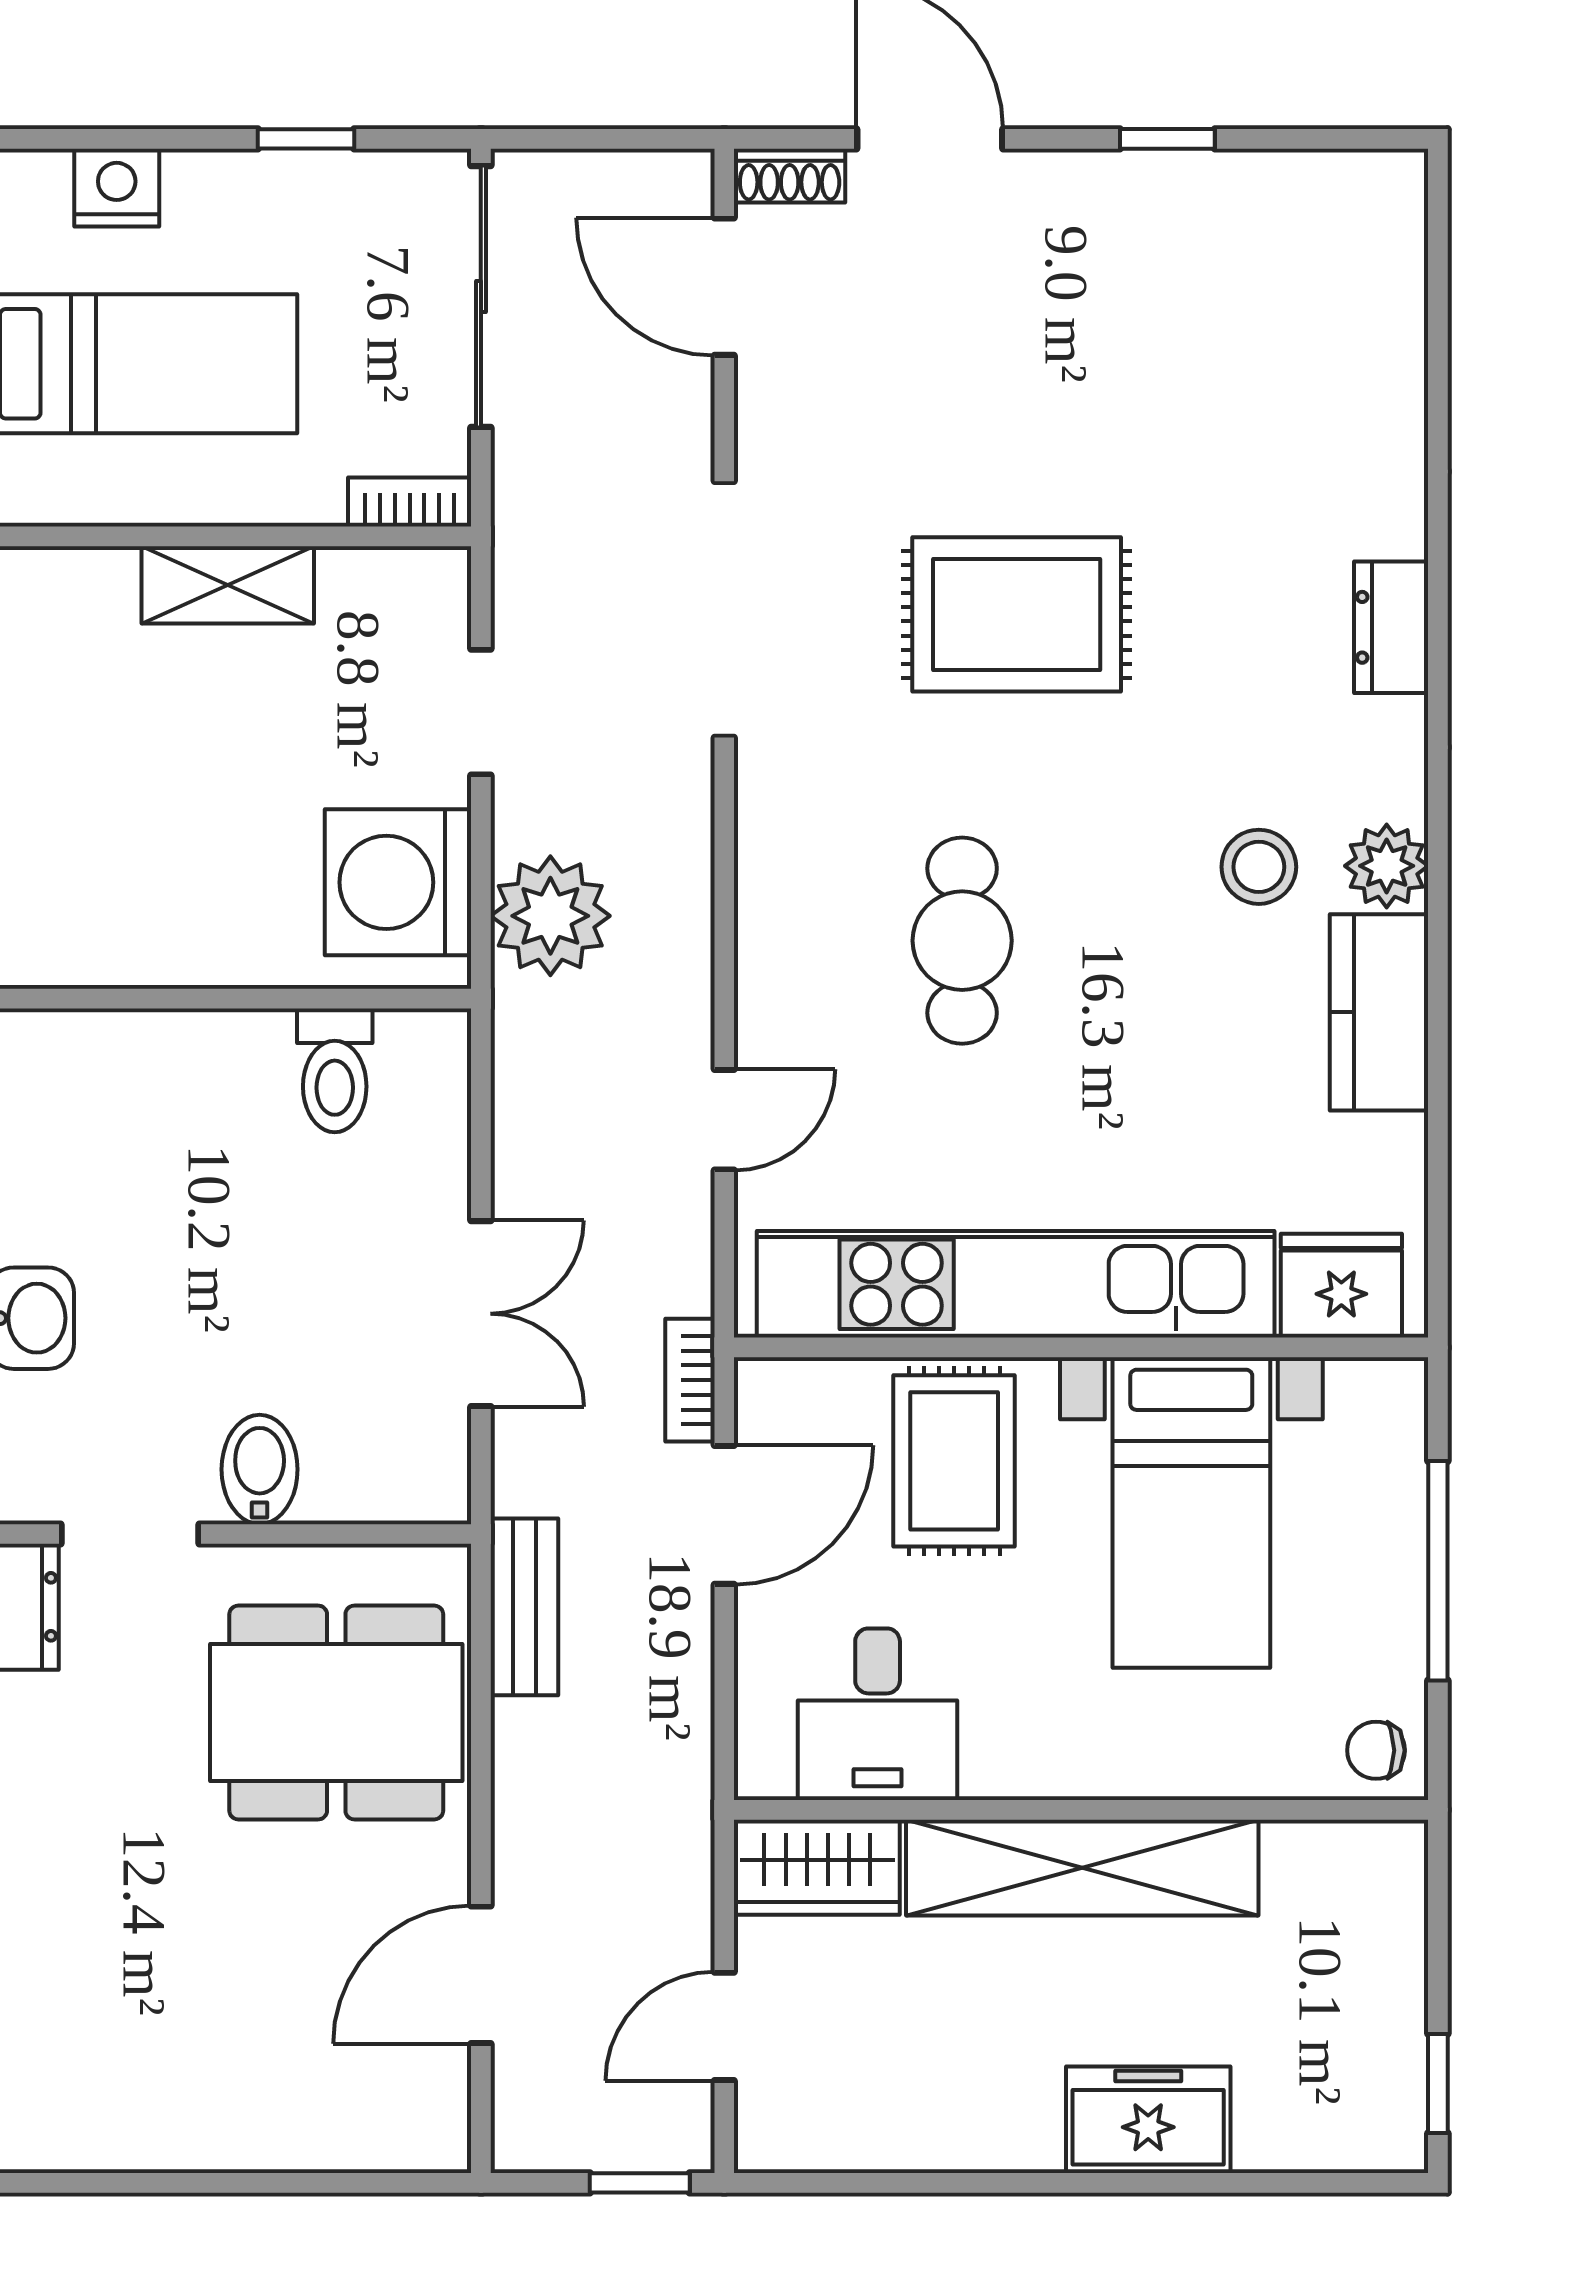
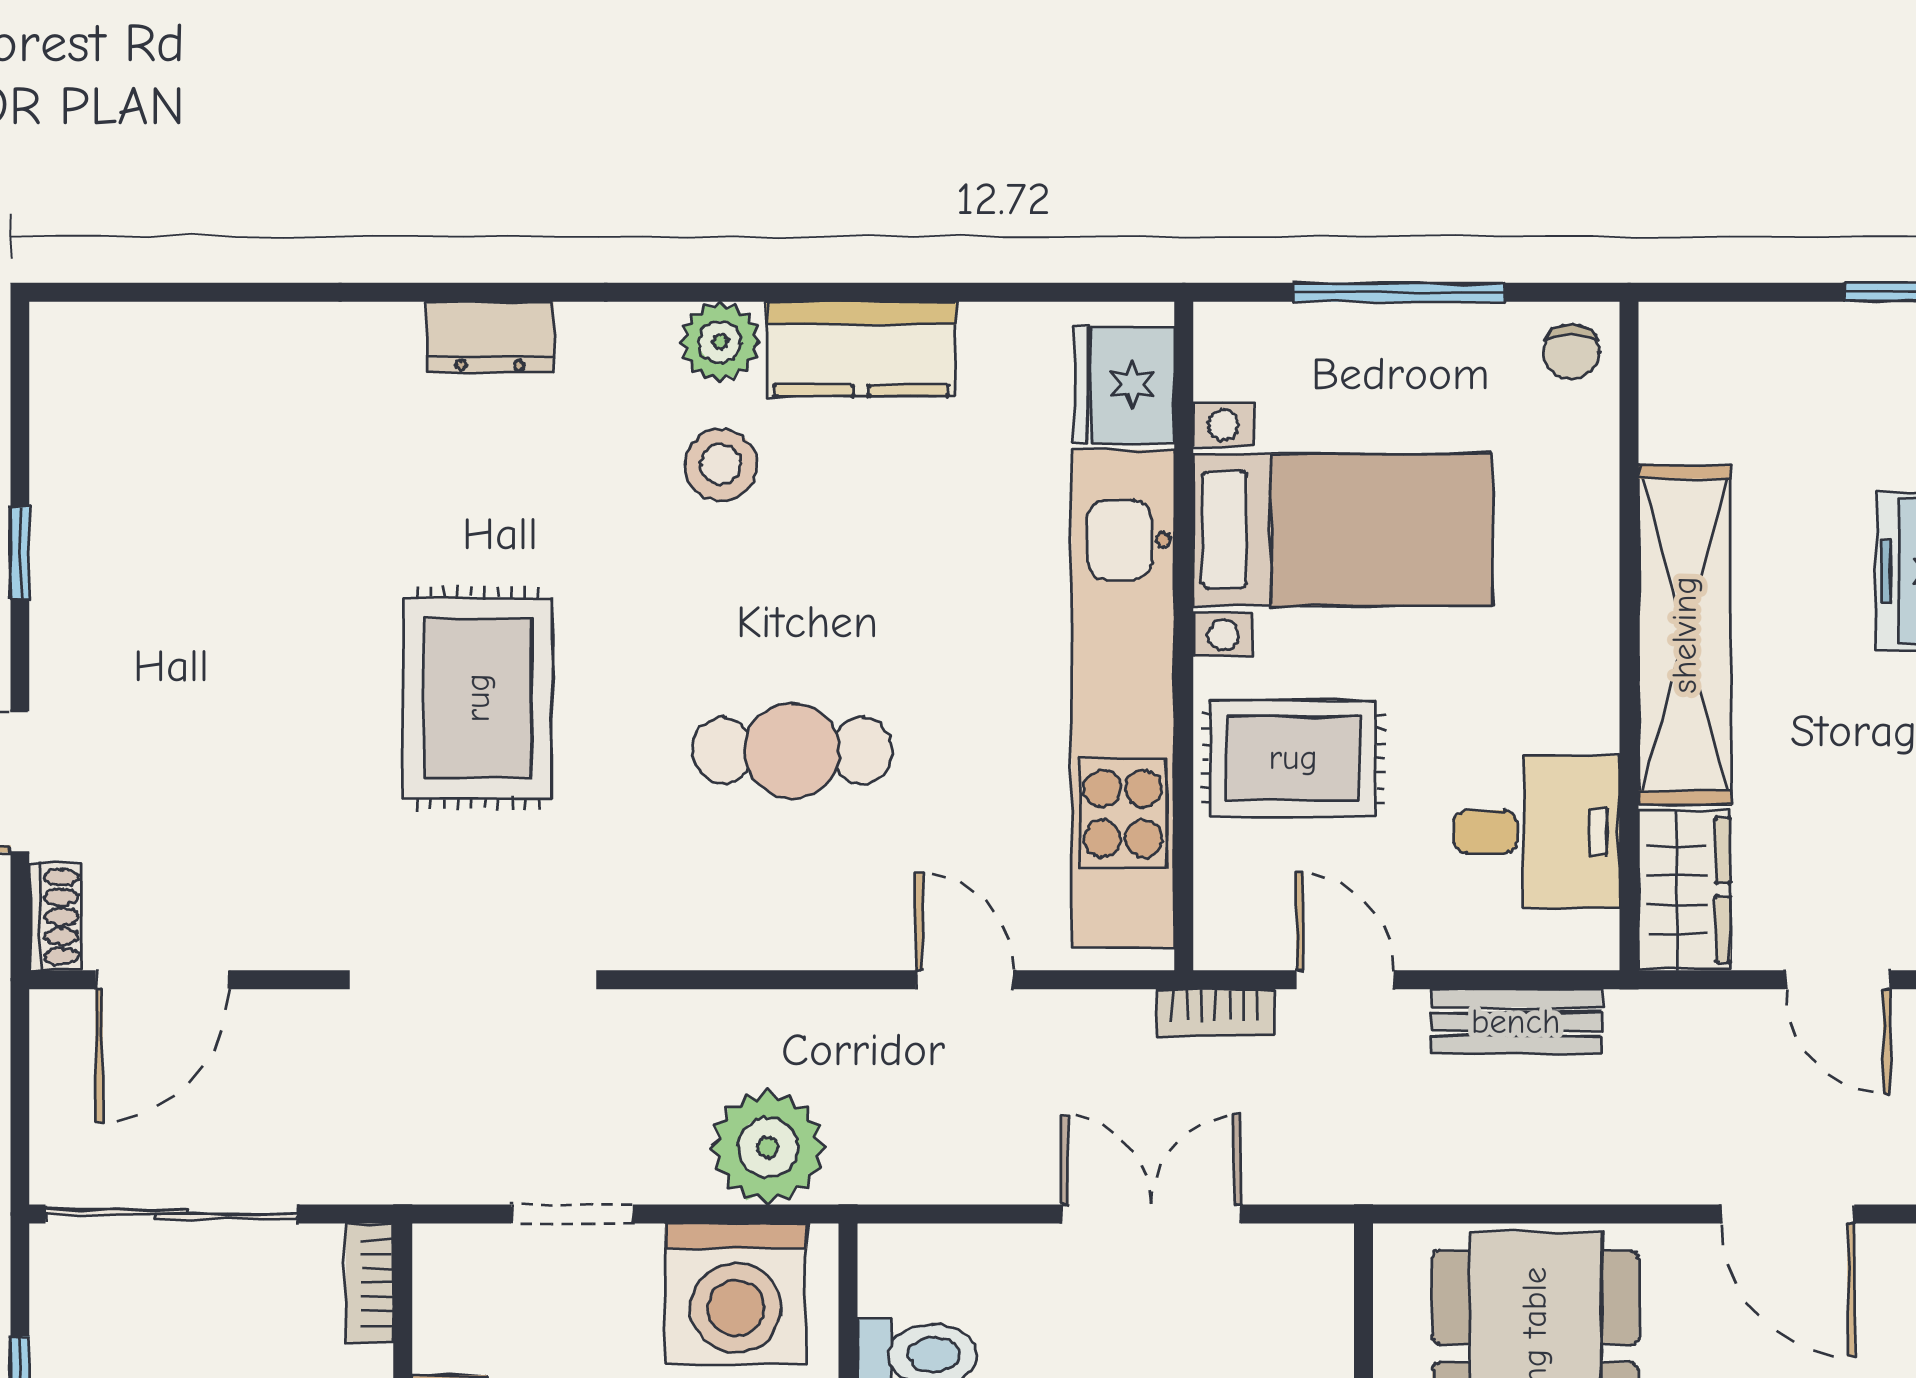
door: (724, 1515) -> (1345, 980), width x0.73
bench: (524, 1607) -> (1516, 1022), moved

